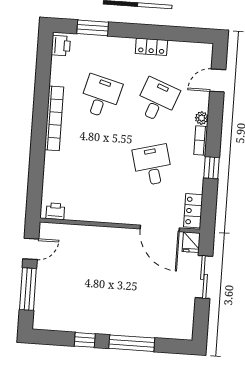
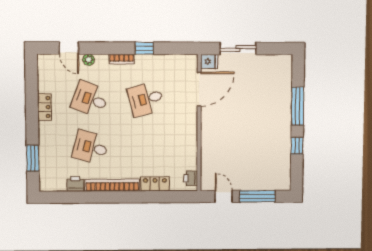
printer: (61, 46) -> (75, 184), moved
plant: (202, 118) -> (89, 60), moved
locker: (193, 211) -> (155, 184), moved, turned 180

